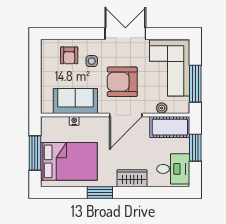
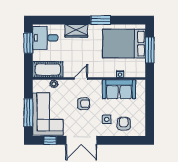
window: (167, 33) -> (50, 140), added
armchair: (122, 82) -> (84, 104), width x0.53, depth x0.53
window: (195, 84) -> (28, 113), moved
door: (126, 115) -> (81, 79), width x0.53
window: (195, 148) -> (28, 43), moved

